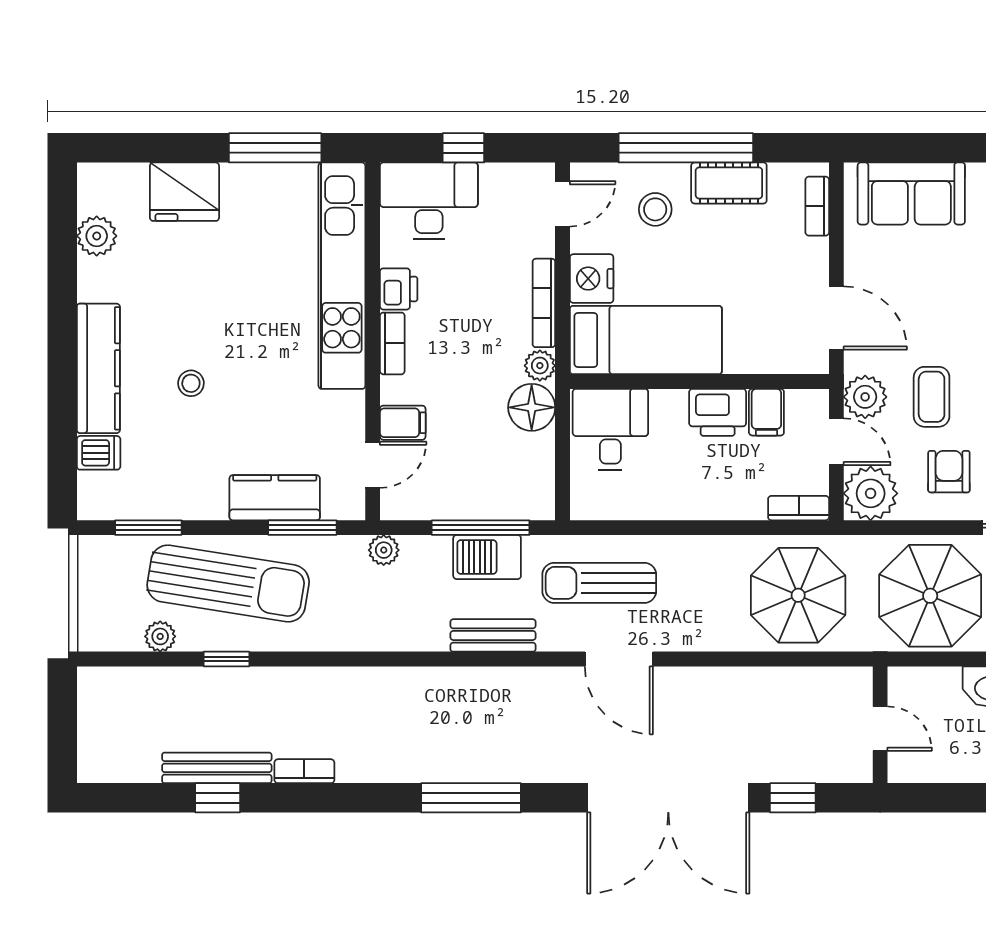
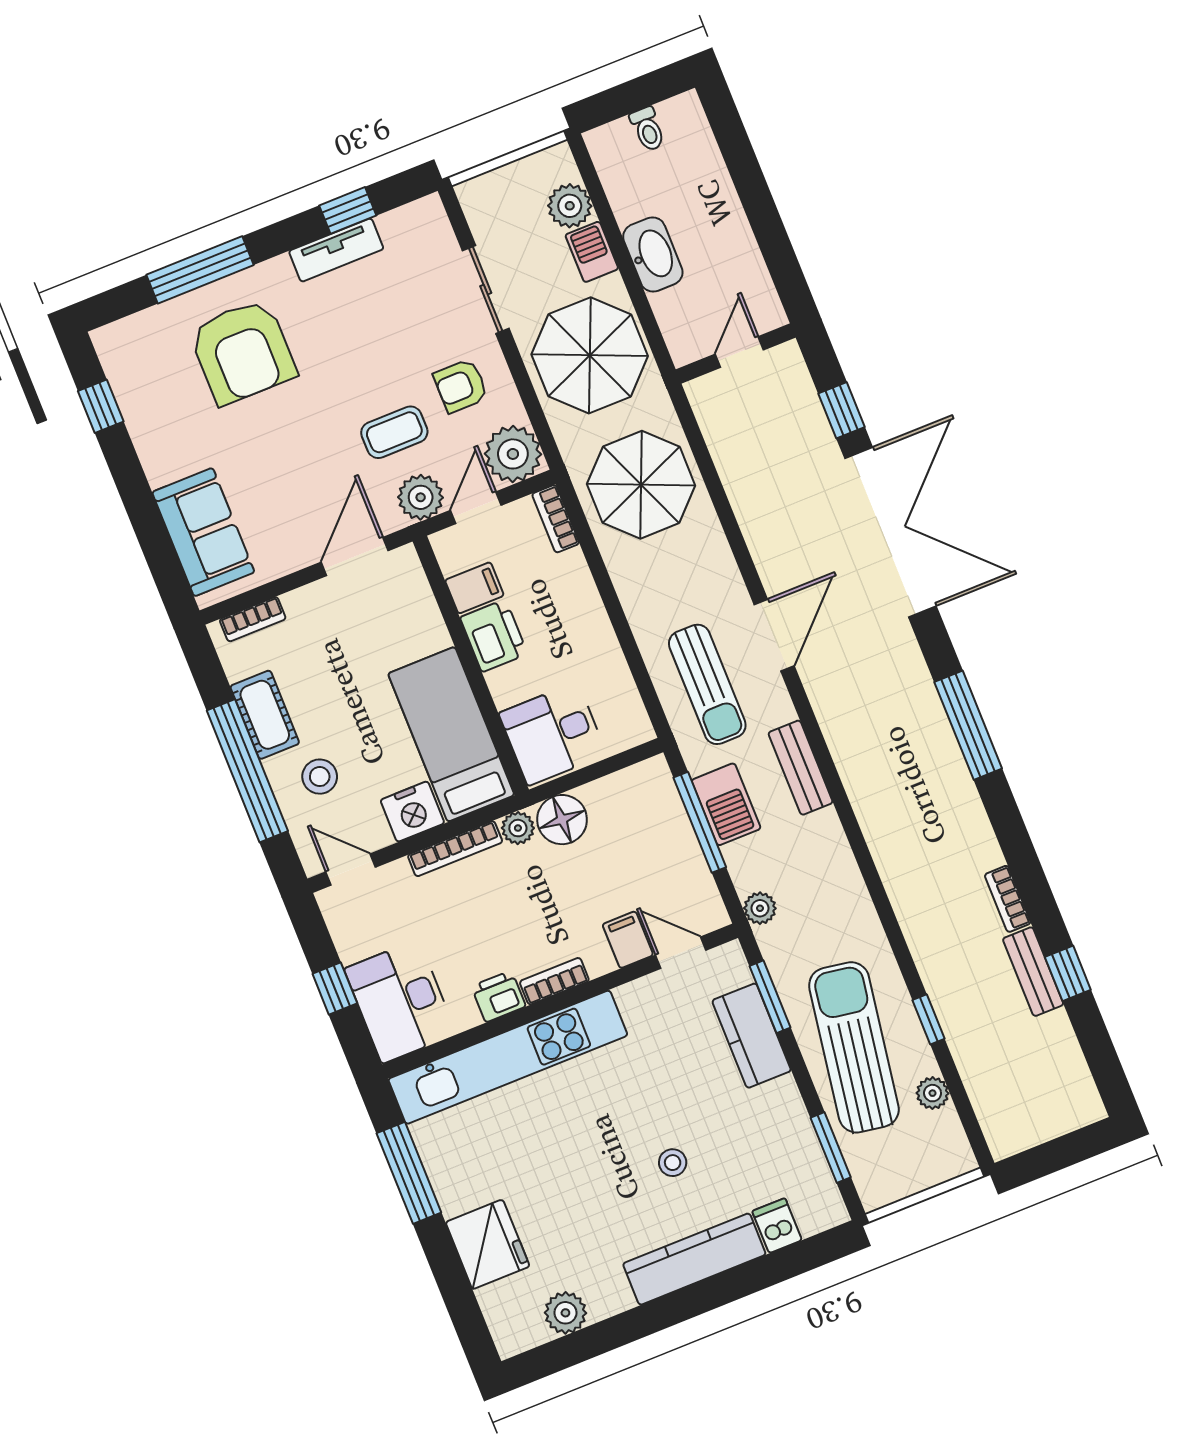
bench: (217, 768) -> (1033, 972), width x0.73

